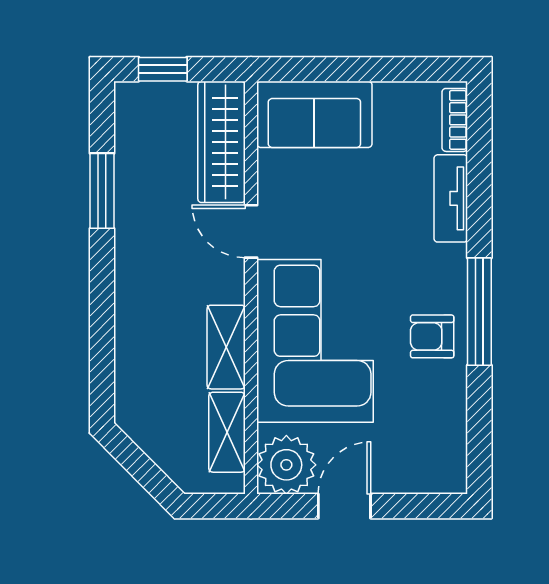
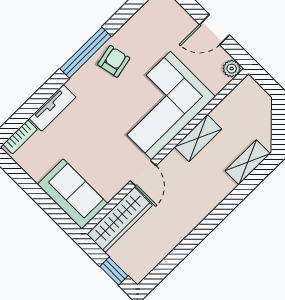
window: (102, 191) -> (185, 248), removed
armchair: (432, 336) -> (114, 61), turned -102
shelving: (227, 432) -> (248, 162), moved
plant: (286, 465) -> (232, 69), width x0.53, depth x0.53

